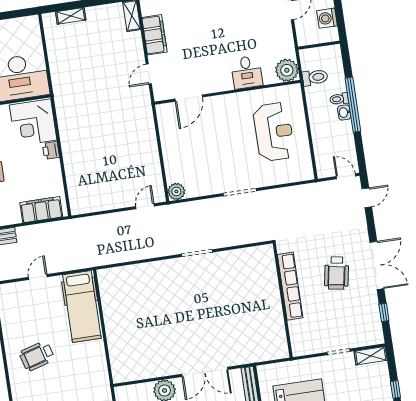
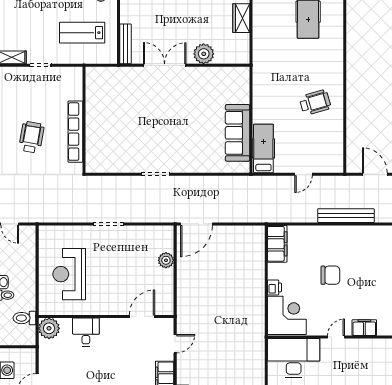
plant: (176, 191) -> (166, 260), moved
door: (145, 206) -> (196, 224), width x1.88
filing cabinet: (41, 210) -> (277, 244), moved, turned -90
hospital bed: (82, 306) -> (263, 148), width x0.73, depth x0.78
sofa: (115, 311) -> (238, 133), added

